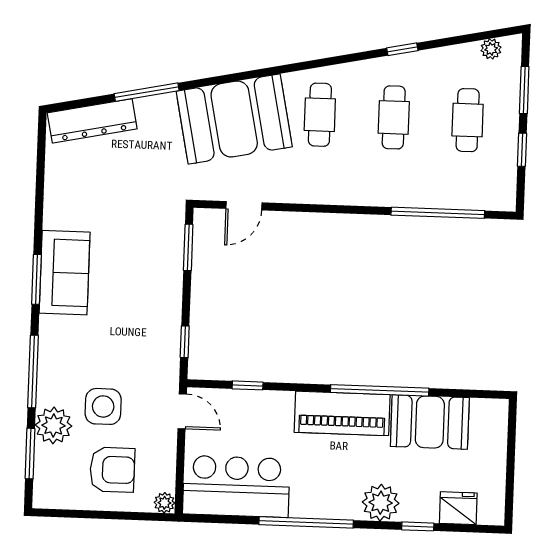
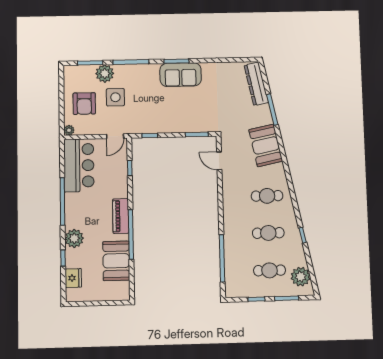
plant: (491, 49) -> (301, 277), width x1.88, depth x1.88
booth: (234, 119) -> (266, 145), width x0.73, depth x0.70
piano: (342, 413) -> (121, 216), width x0.73, depth x0.75

